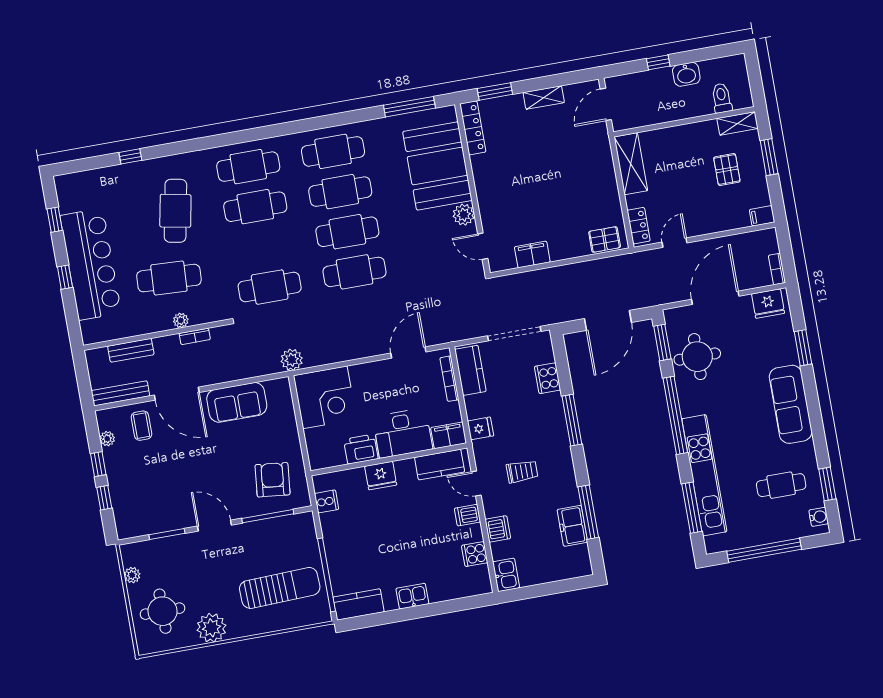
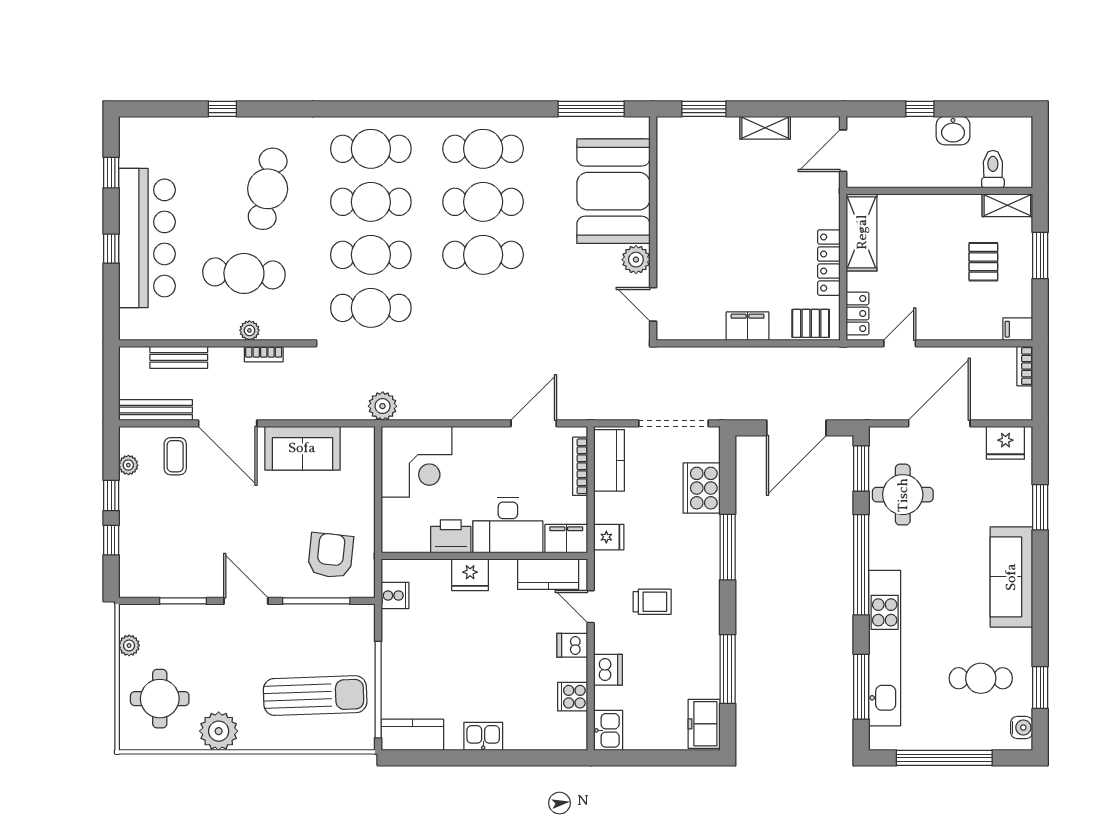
locker: (473, 128) -> (829, 263), moved, turned 180
filing cabinet: (532, 254) -> (747, 326), moved
bookcase: (777, 269) -> (1025, 366), moved
cafe table: (355, 272) -> (371, 255), moved
cooker: (548, 378) -> (702, 488), width x1.37, depth x1.31
freezer: (572, 526) -> (704, 724), moved

